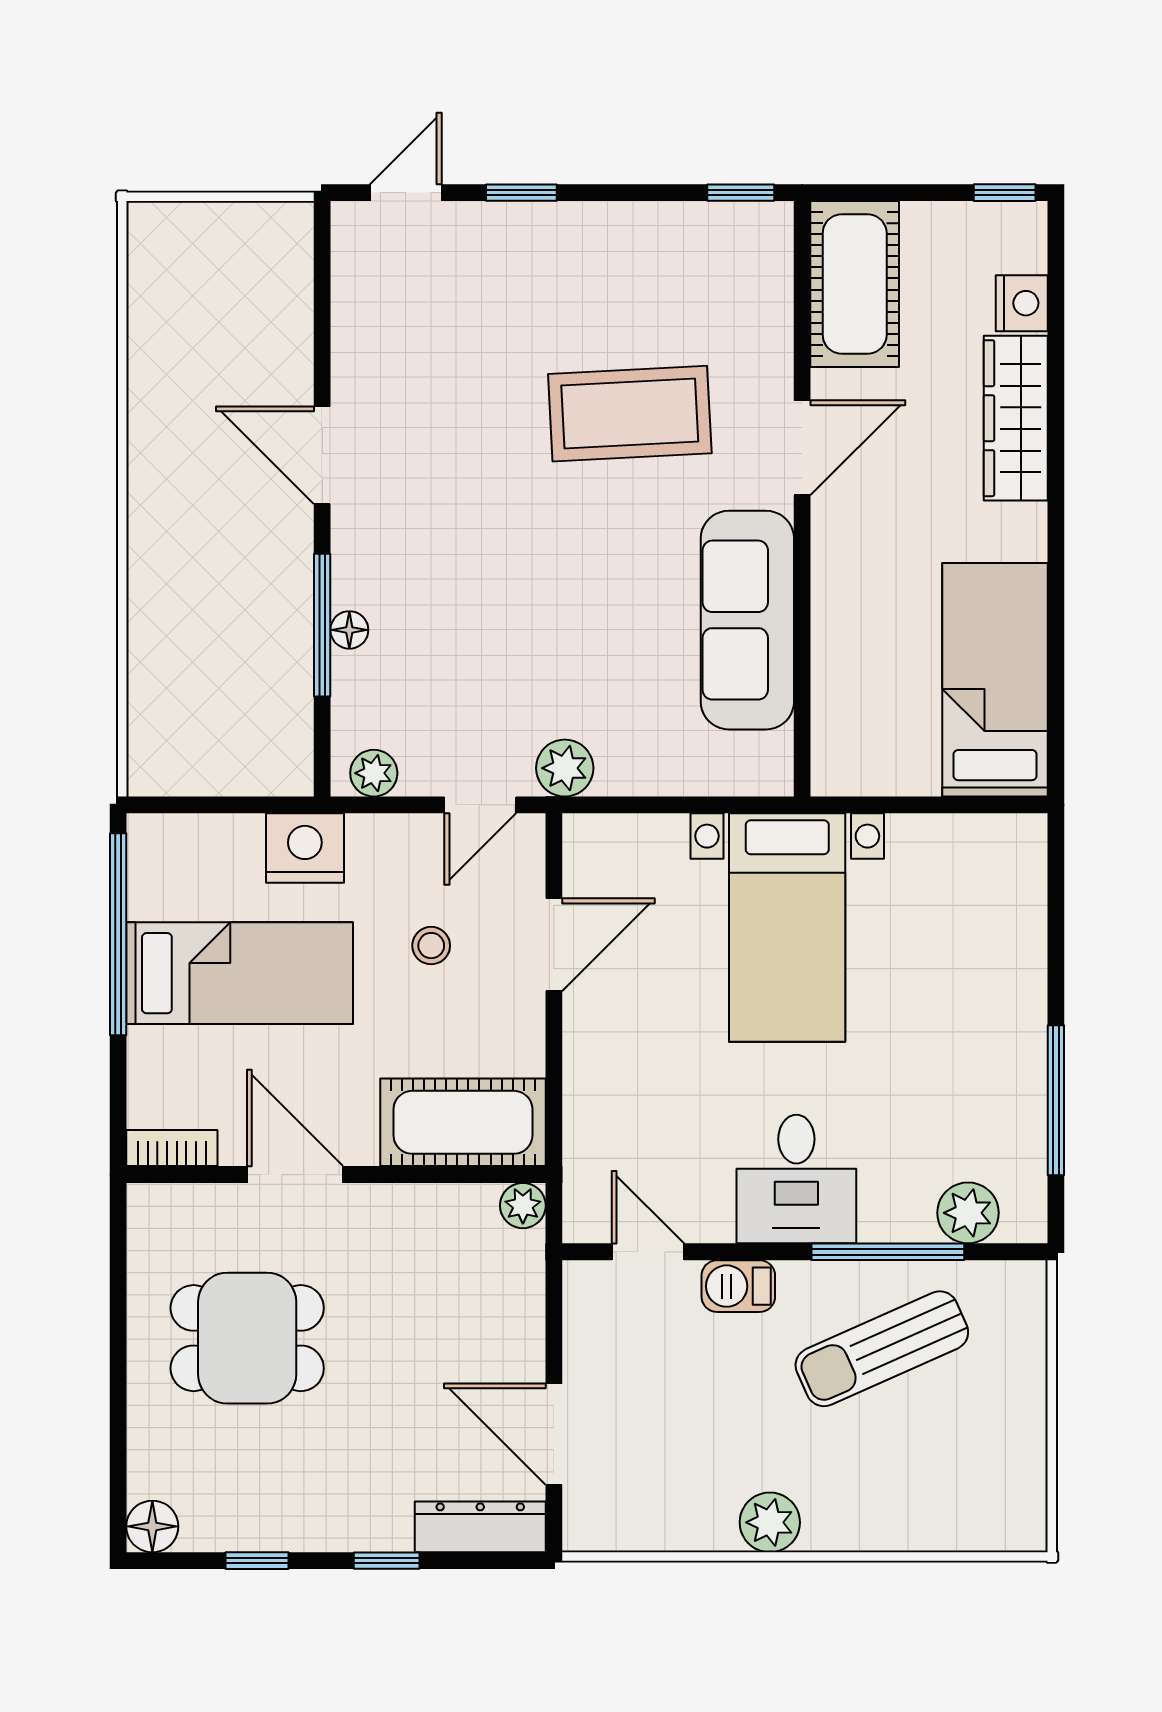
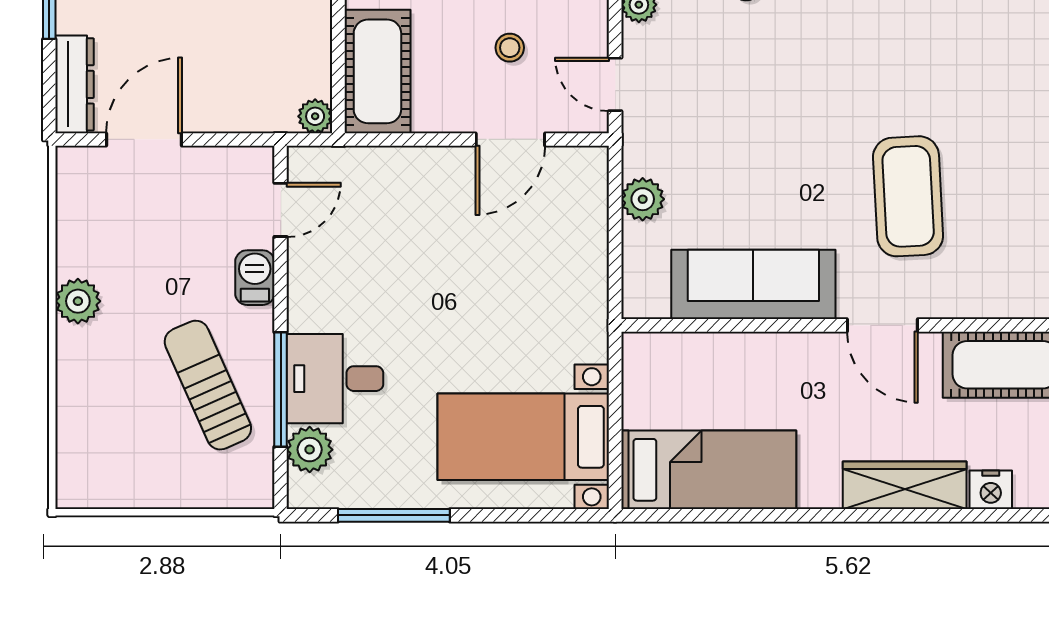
plant: (565, 768) -> (643, 199), moved
bed with nightstands: (787, 928) -> (523, 437), moved
door: (554, 945) -> (510, 139), hinge flipped
desk: (796, 1179) -> (335, 379), moved

